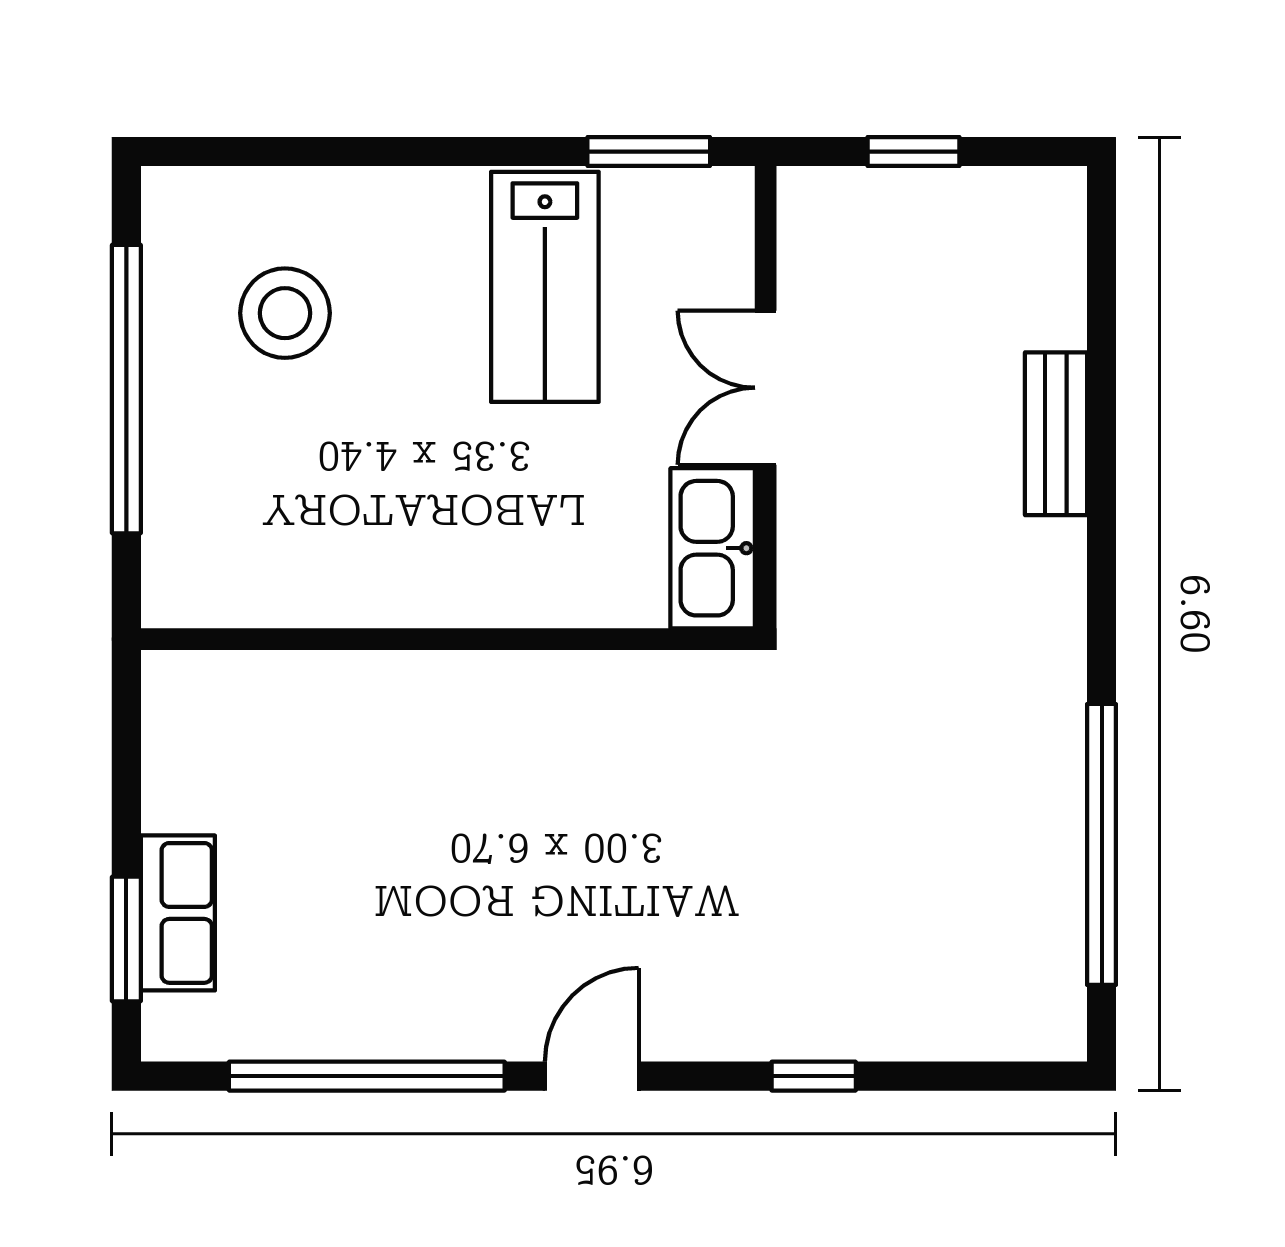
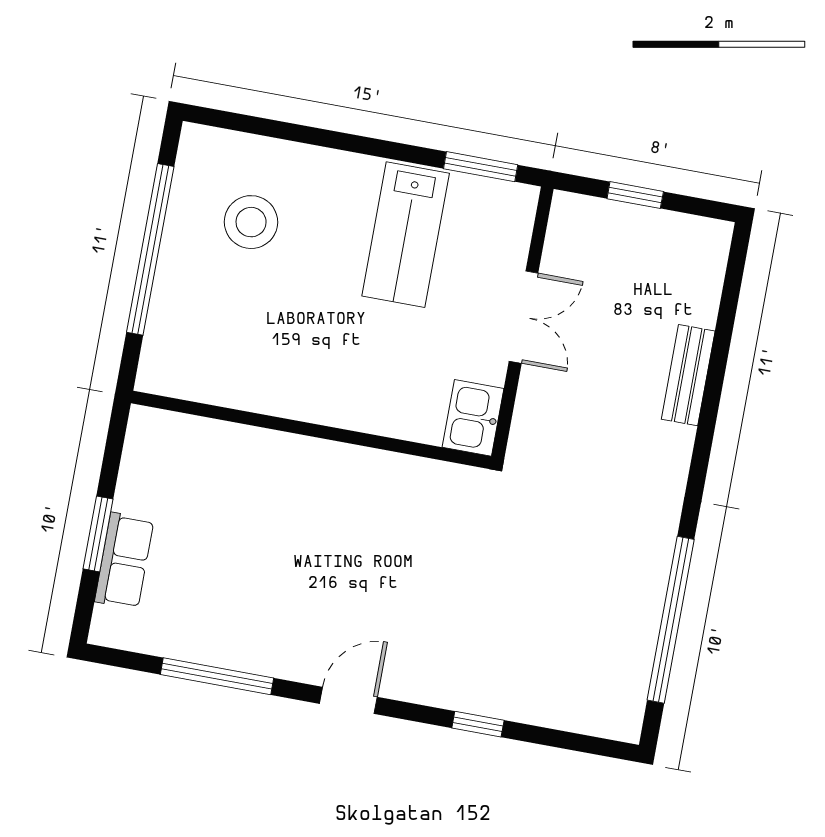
double door: (766, 388) -> (524, 317), swing flipped
kitchen sink: (713, 548) -> (473, 418), width x0.73
window: (126, 939) -> (98, 534), moved
window: (367, 1076) -> (217, 676), width x0.68

